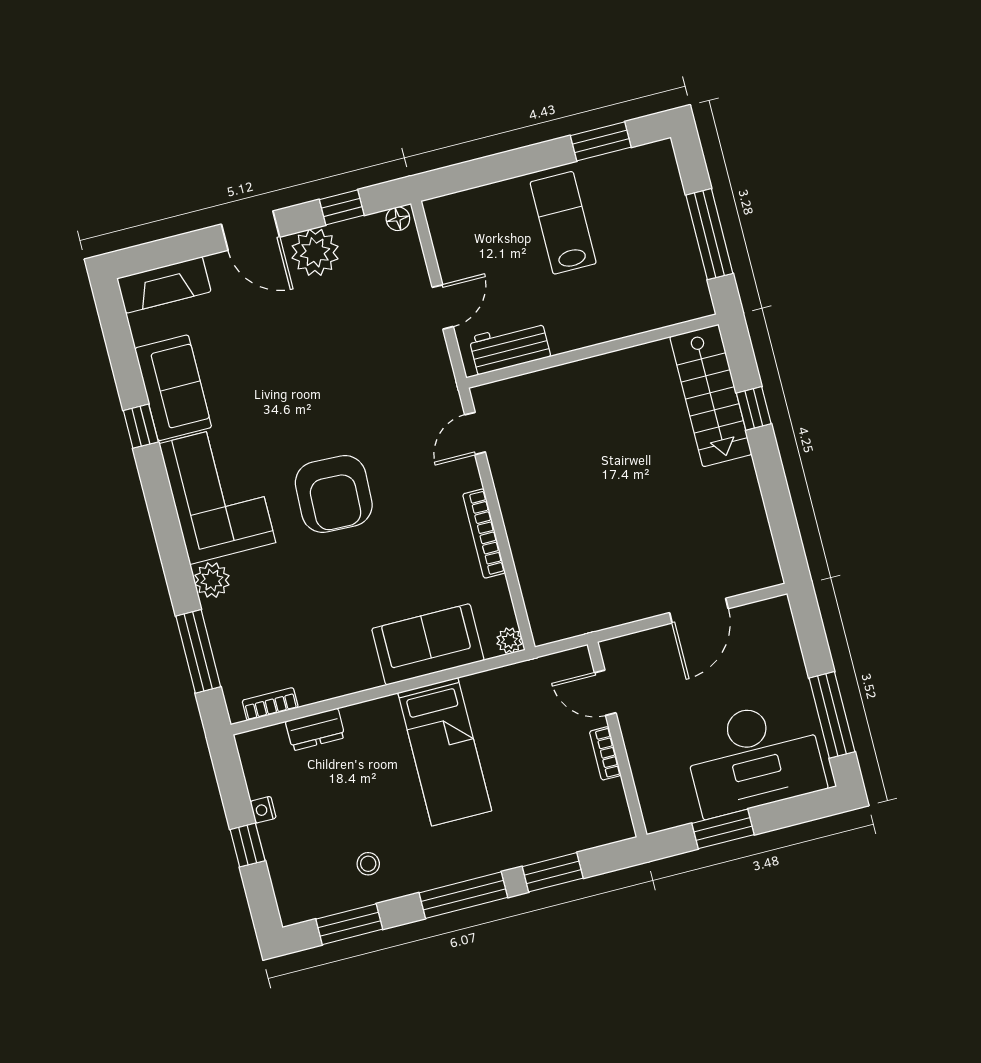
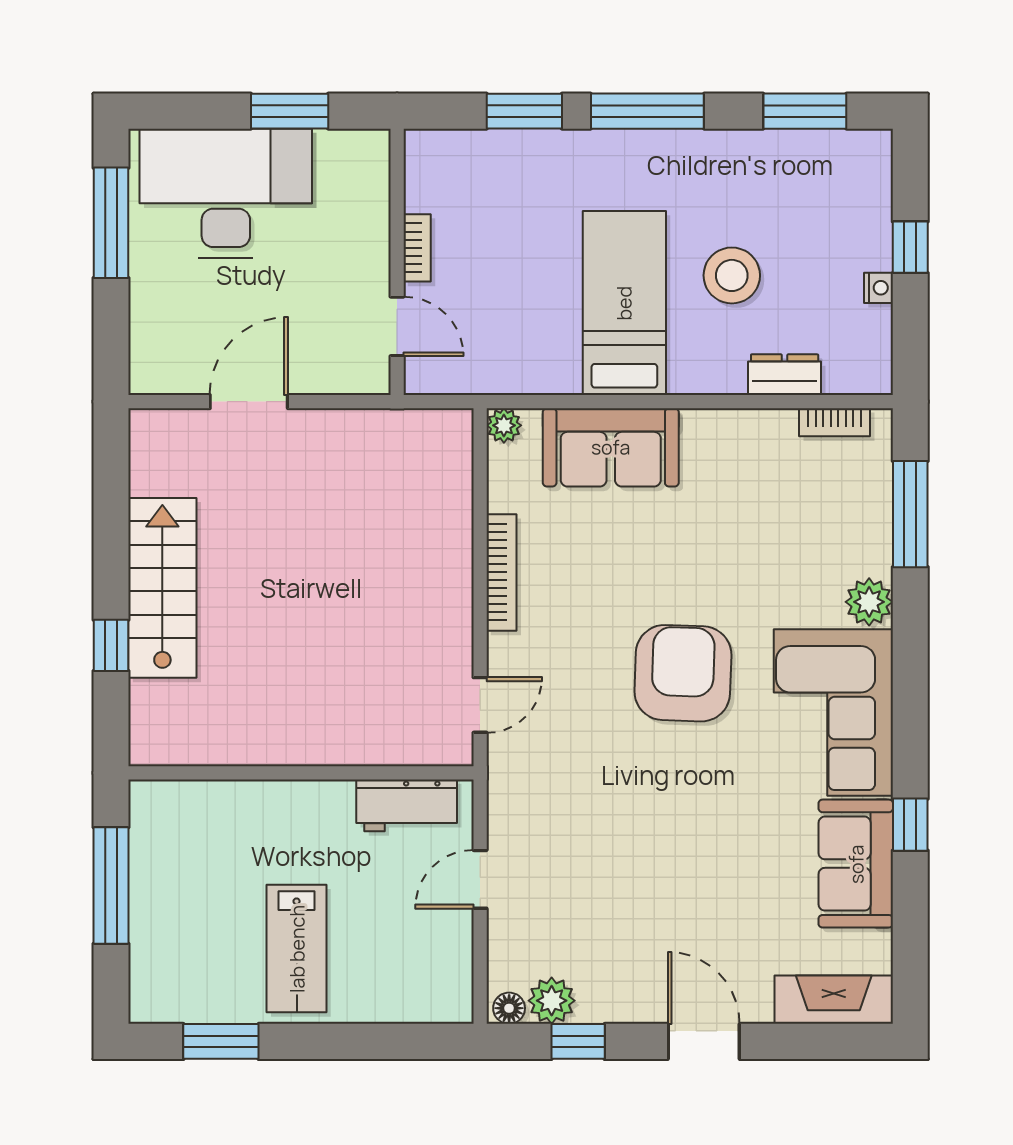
plant: (315, 252) -> (552, 1001), moved, width x0.73, depth x0.73
stairs: (711, 395) -> (162, 588), moved
stool: (368, 864) -> (732, 275), moved, width x1.89, depth x1.89

